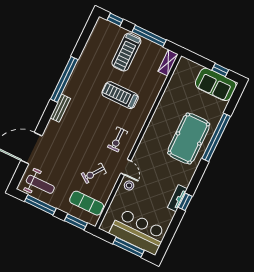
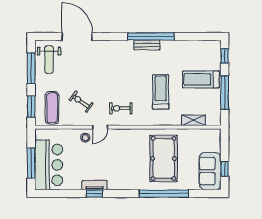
shelving: (168, 63) -> (194, 120), moved
bench: (60, 108) -> (147, 45), moved
pool table: (189, 139) -> (163, 158), moved, turned 90

